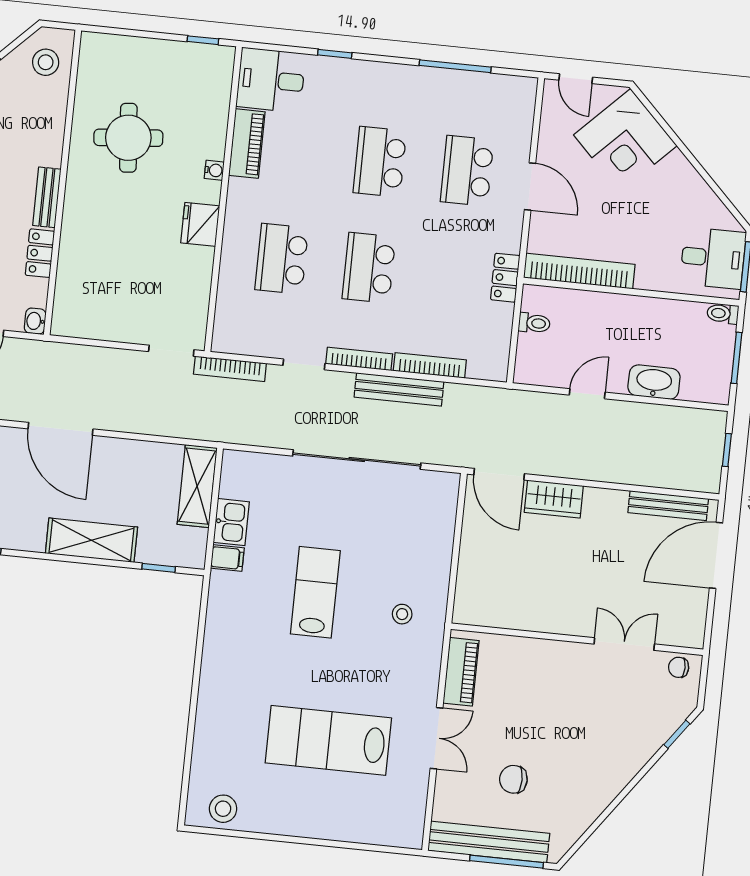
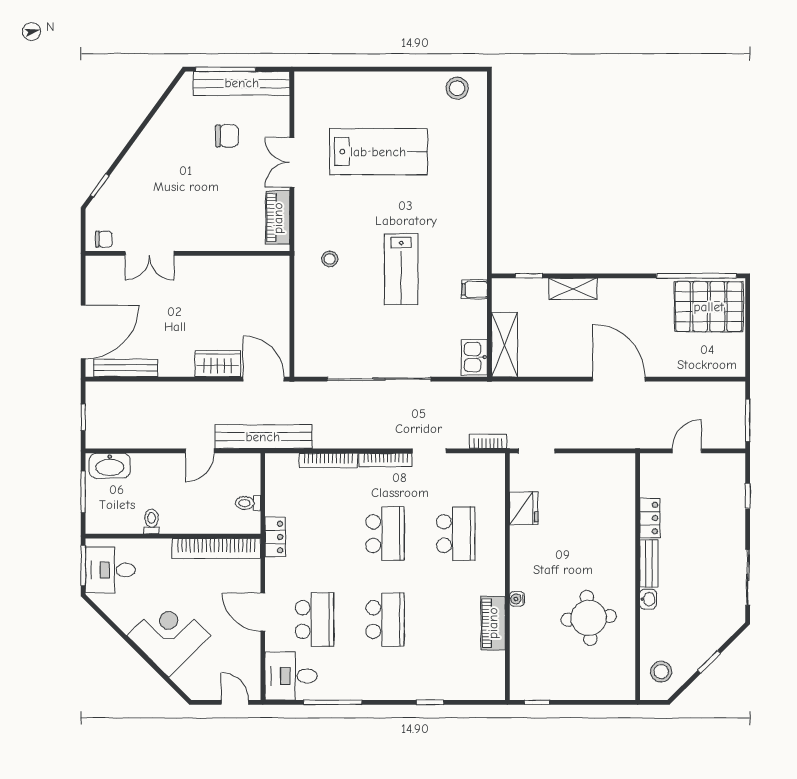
desk: (271, 80) -> (291, 676), moved, turned 180
corner desk: (625, 140) -> (169, 636), moved
fridge: (200, 224) -> (524, 508), moved
toilet: (723, 314) -> (151, 521), moved, turned -90
washbasin: (35, 321) -> (648, 599), moved
bookcase: (230, 369) -> (488, 441), width x0.64
washbasin: (654, 382) -> (110, 466), moved
bench: (399, 389) -> (263, 437), moved, width x1.37, depth x1.21
kitchen sink: (231, 522) -> (474, 357), moved
shelving: (91, 540) -> (573, 289), width x0.67, depth x0.75

